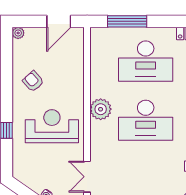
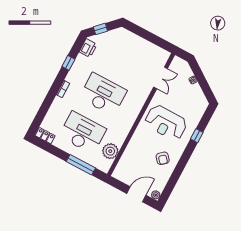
door: (59, 21) -> (136, 194), moved
plant: (101, 109) -> (110, 151), moved

